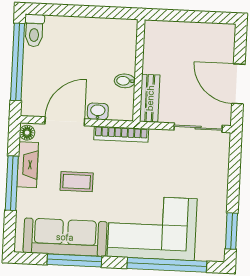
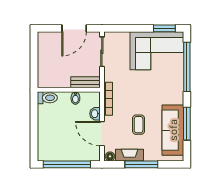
toilet: (34, 31) -> (47, 98), moved
corner sofa: (152, 228) -> (157, 51), moved, turned -90

